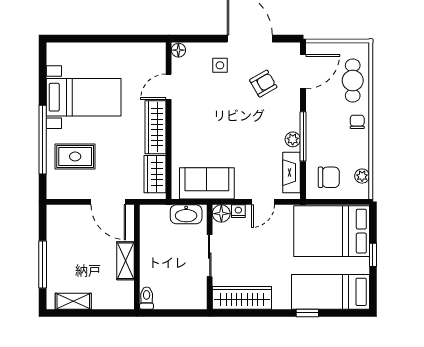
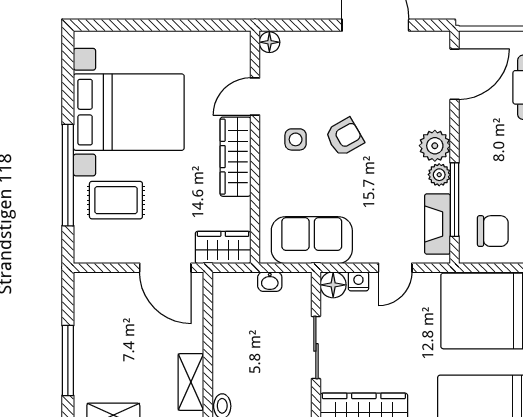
side table: (220, 65) -> (296, 139), moved
armchair: (263, 84) -> (344, 137), moved
bed with nightstands: (84, 97) -> (129, 112), width x1.36
plant: (290, 120) -> (435, 146), added
window: (303, 136) -> (455, 200), moved
wardrobe: (155, 174) -> (223, 247), moved, turned 90
washbasin: (186, 214) -> (270, 282), width x0.52, depth x0.69
shelving: (125, 261) -> (191, 382), moved

